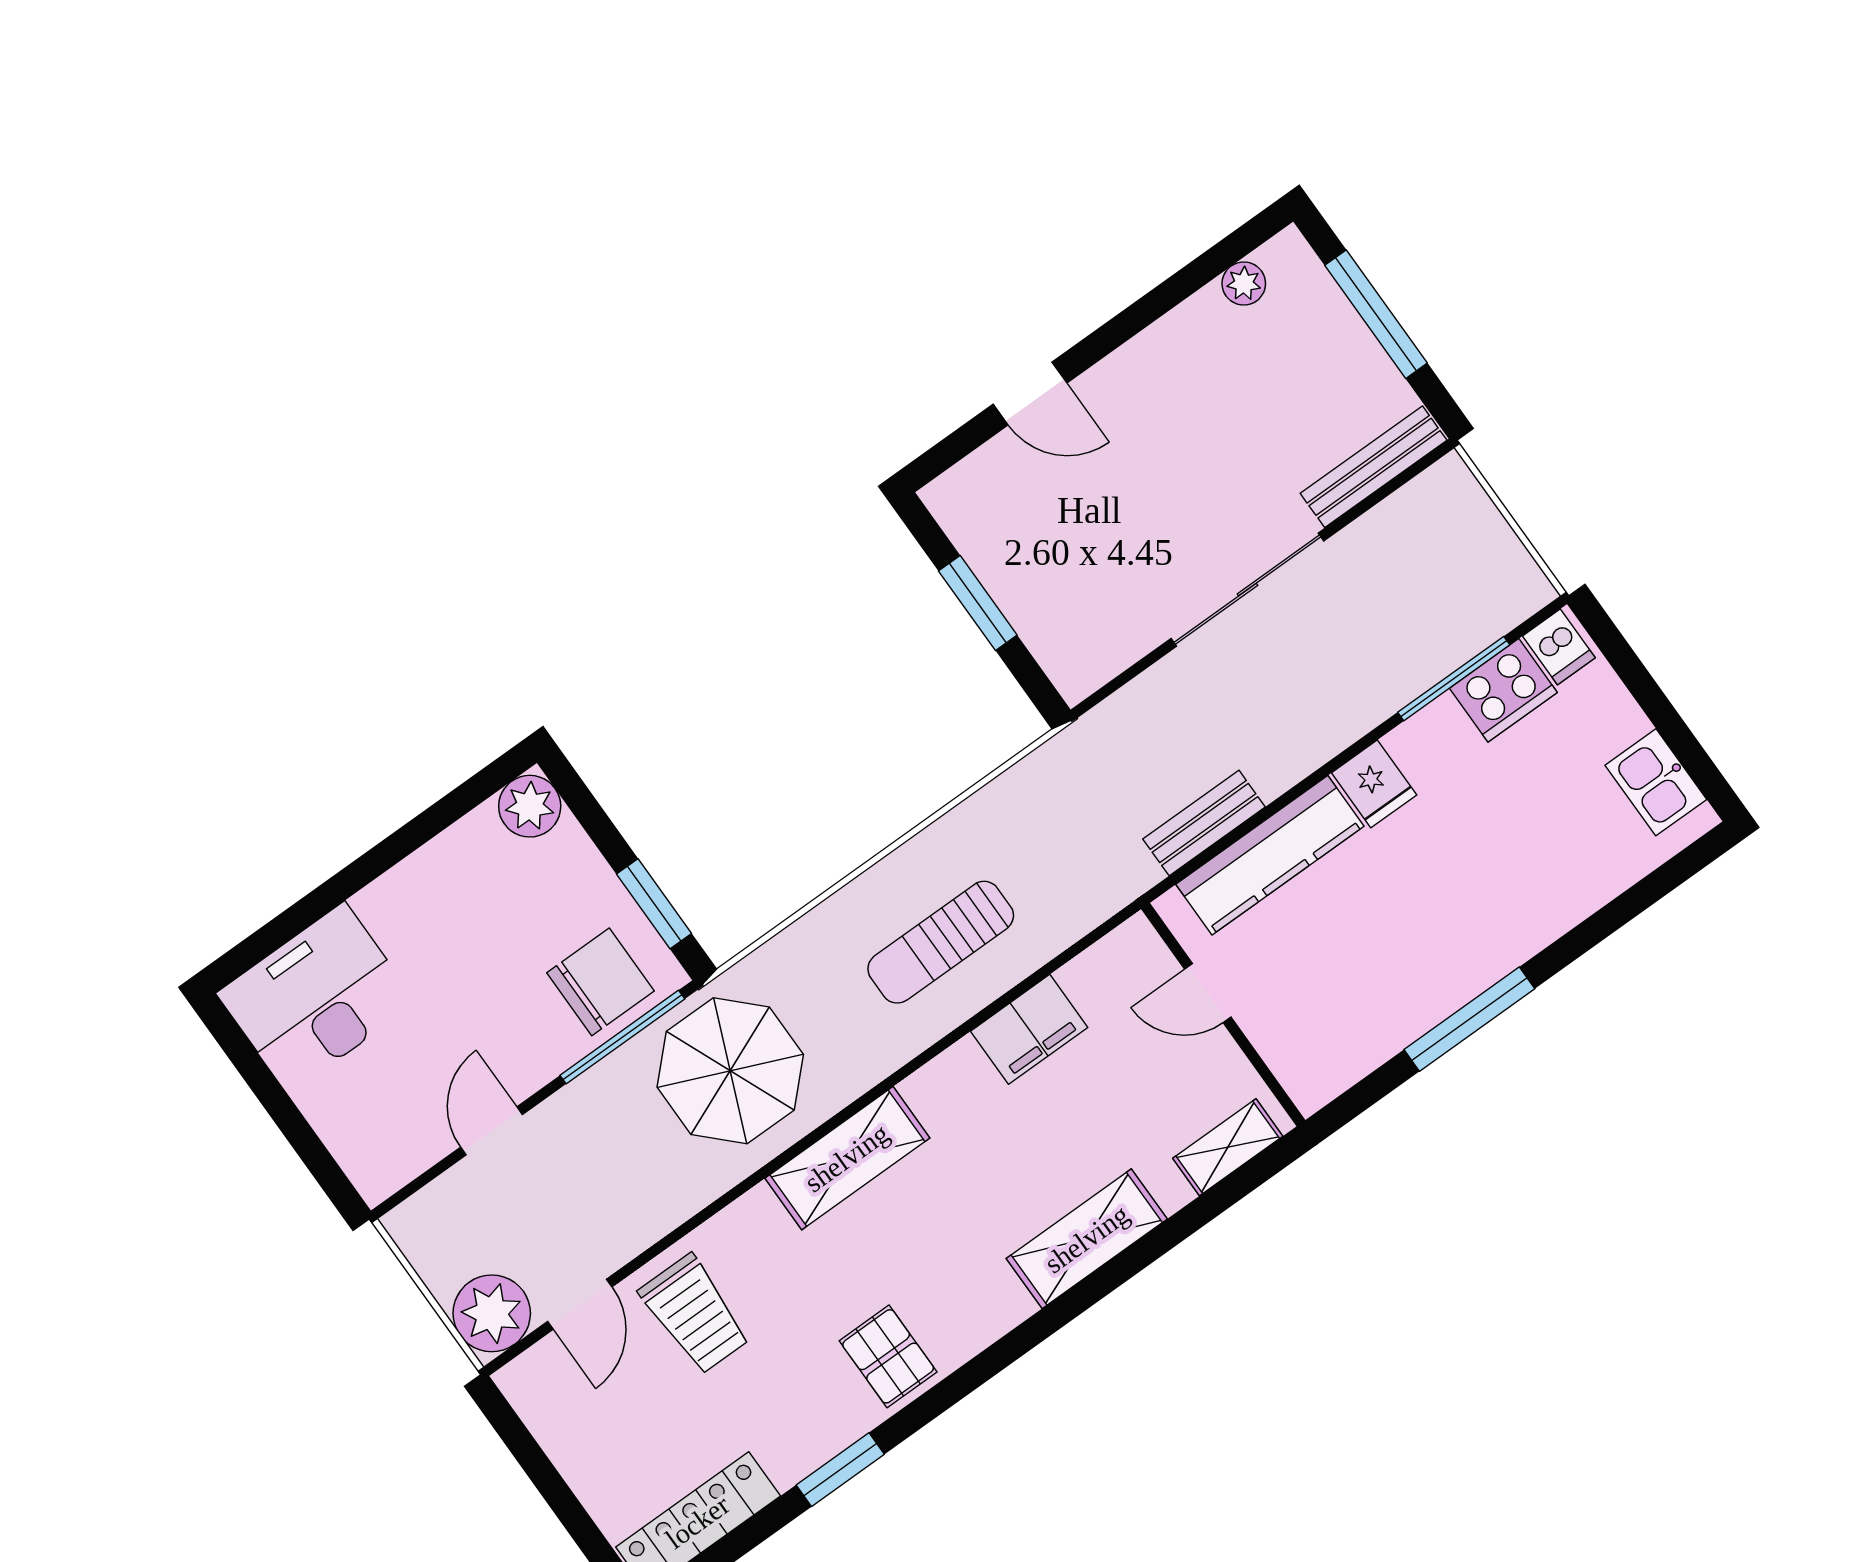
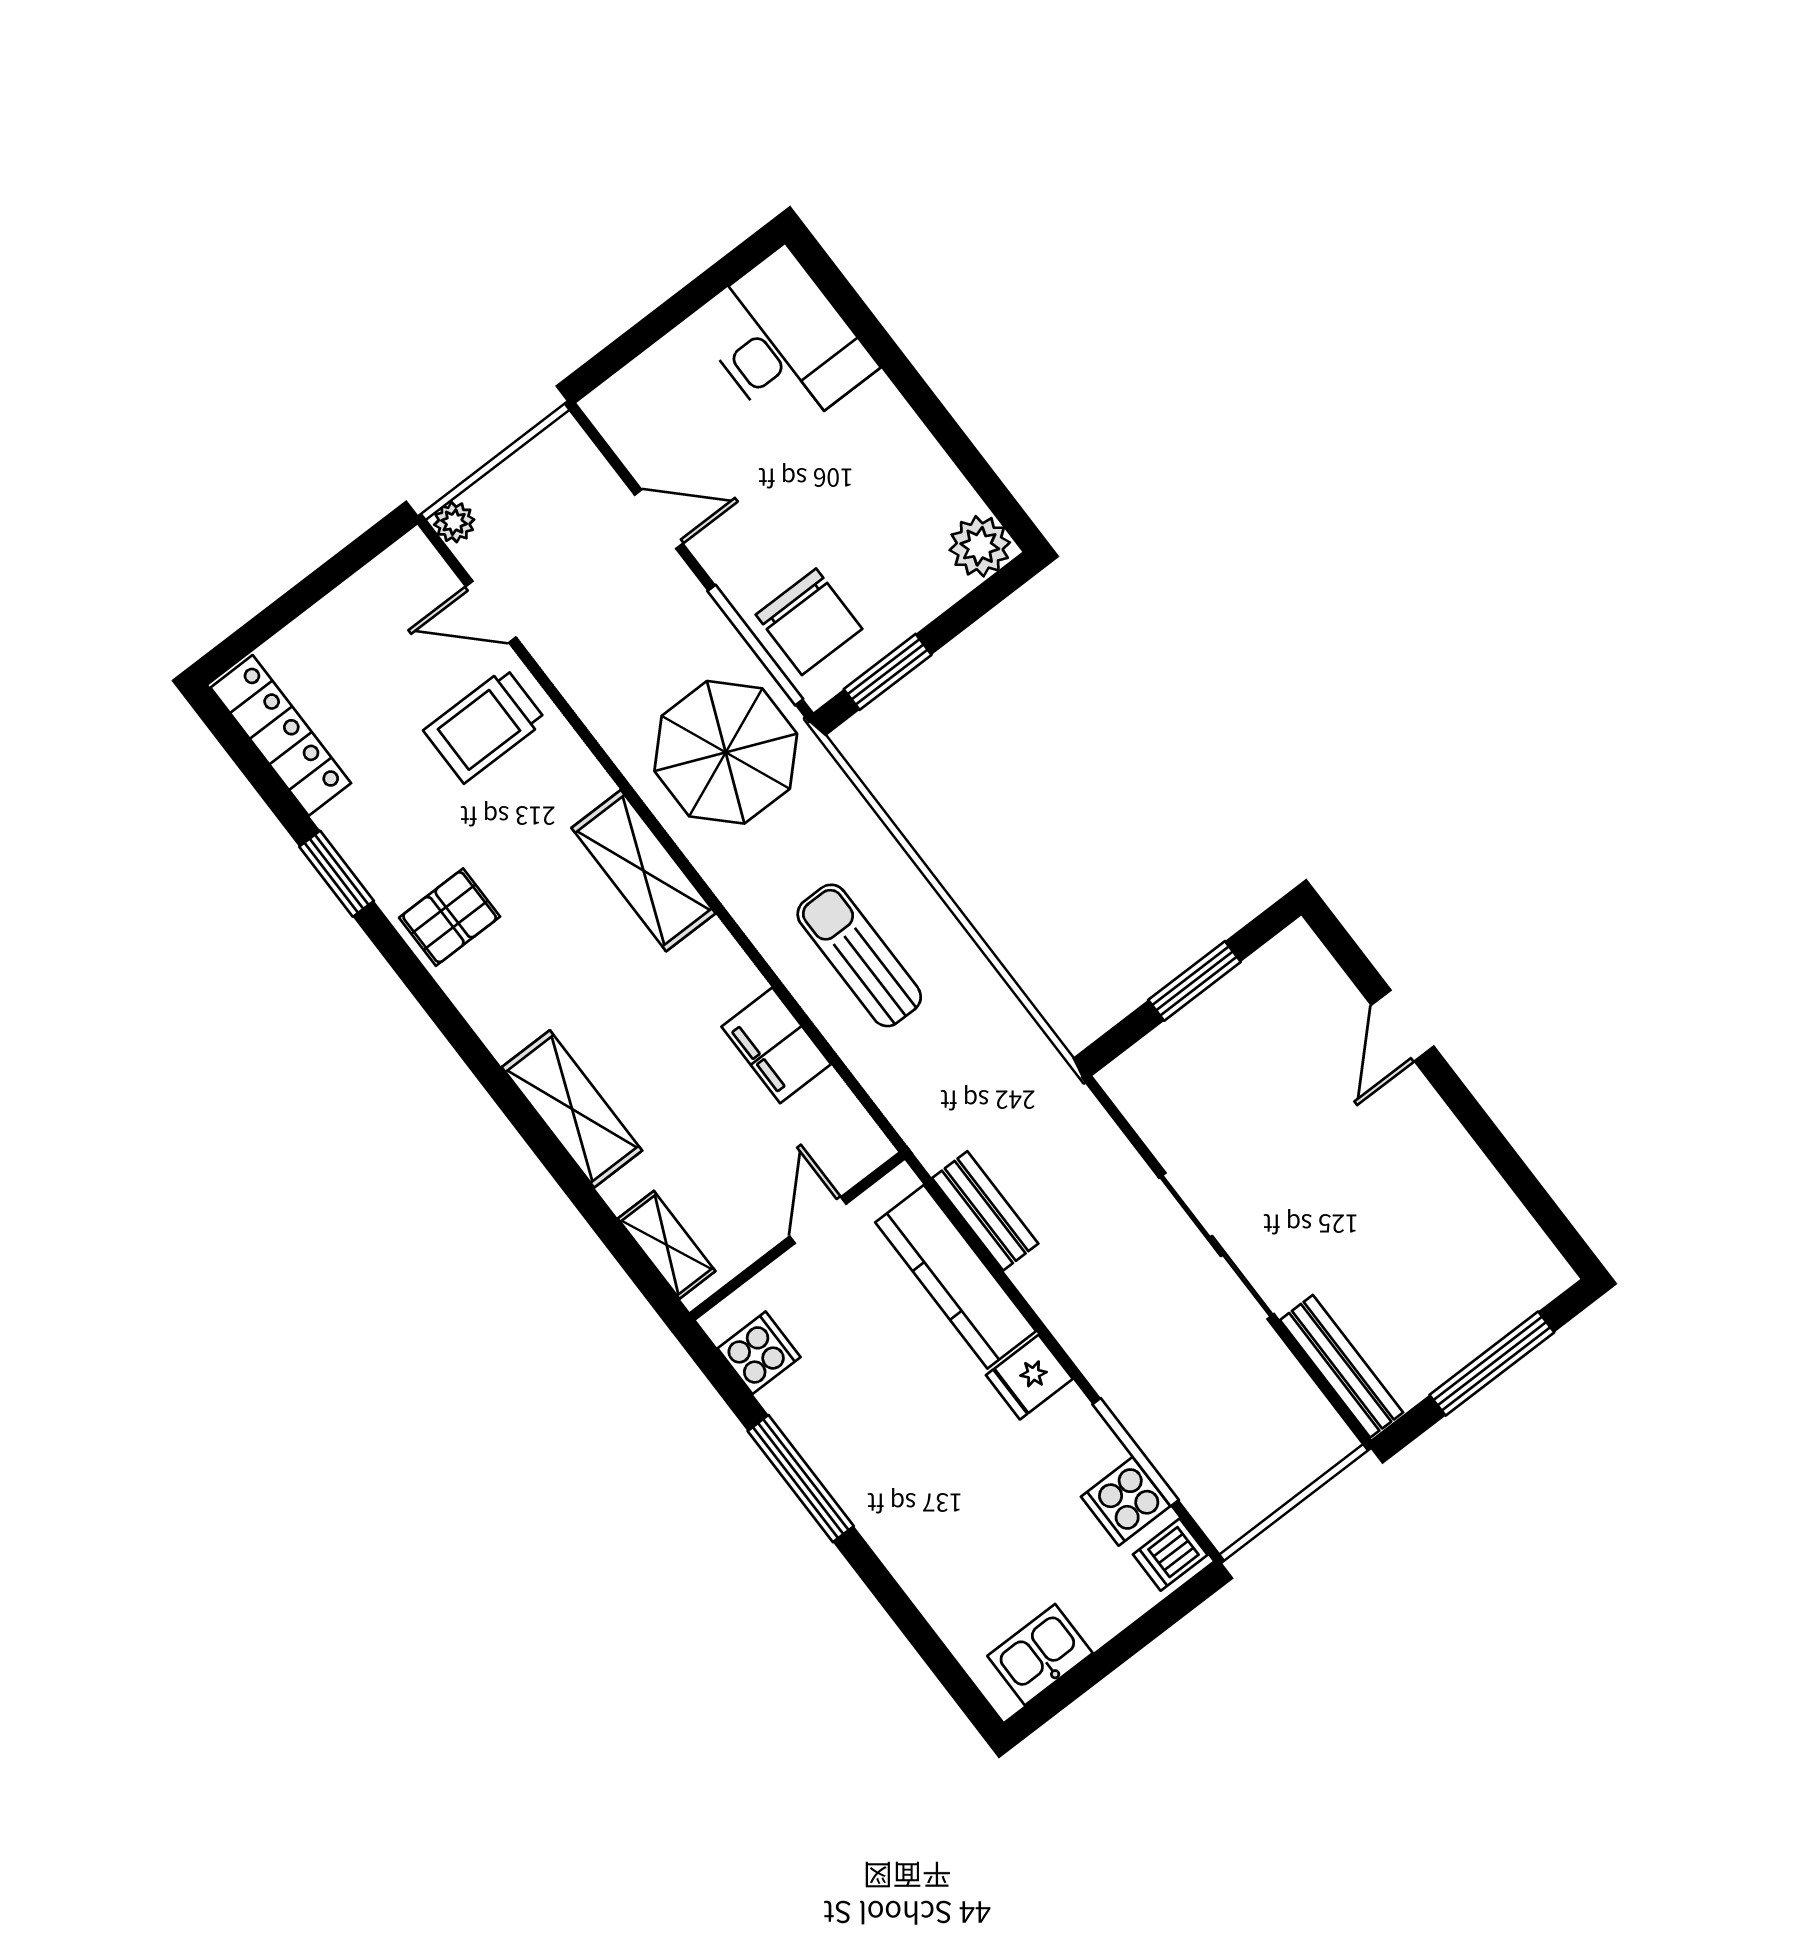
plant: (1244, 283) -> (1518, 1232), removed
cooker: (1503, 690) -> (1126, 1501), width x0.73
cooker: (1340, 1057) -> (759, 1353), added
plant: (492, 1313) -> (454, 522), width x0.53, depth x0.53

